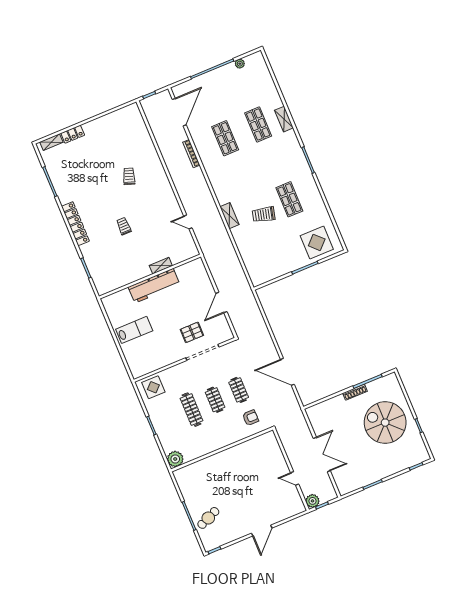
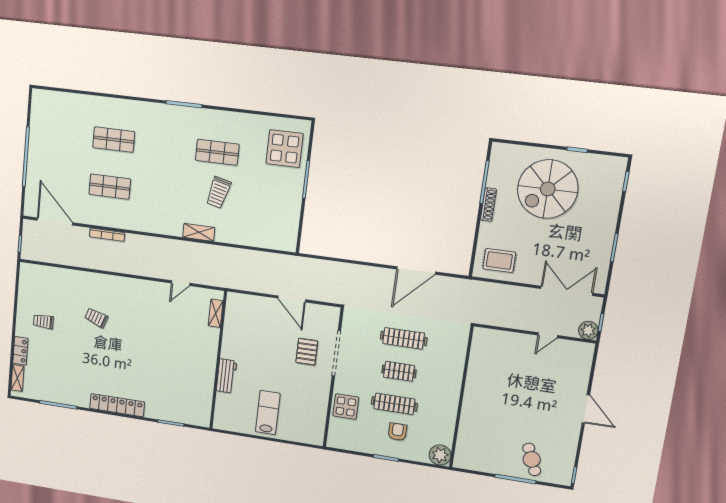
plant: (240, 64) -> (36, 122), removed
shelving: (284, 119) -> (123, 106), removed
trolley: (124, 226) -> (43, 322), moved
shelving: (161, 266) -> (216, 313), moved
workbench: (154, 286) -> (227, 376), width x0.53, depth x0.76
display table: (153, 387) -> (346, 407), moved
clothes rail: (239, 390) -> (404, 338), width x1.36
armchair: (250, 418) -> (397, 432), moved
rug: (324, 420) -> (499, 261), added
double door: (322, 455) -> (567, 291), moved

